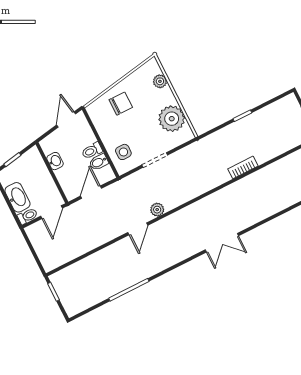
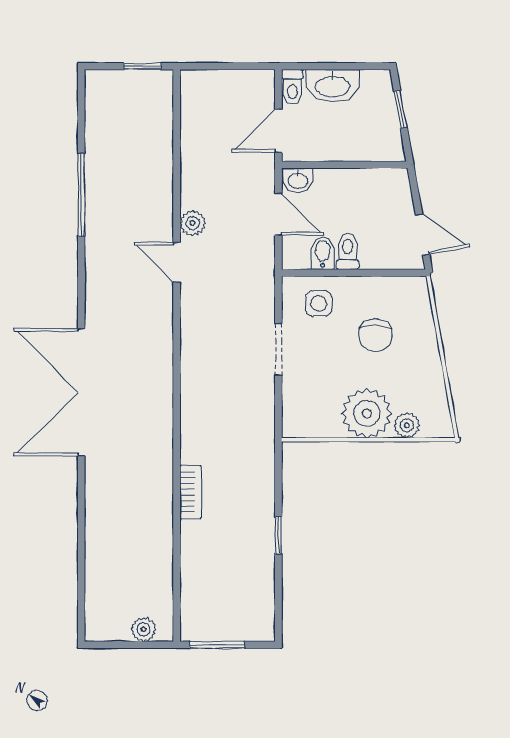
chair: (121, 104) -> (375, 335), moved
plant: (172, 119) -> (367, 413), moved
washbasin: (55, 161) -> (298, 180), moved
plant: (157, 210) -> (193, 223), moved
door: (51, 212) -> (278, 131), hinge flipped
double door: (222, 243) -> (81, 392), width x1.87

